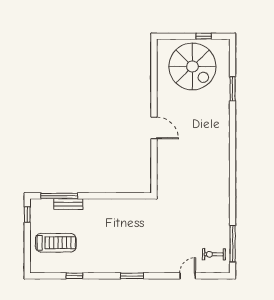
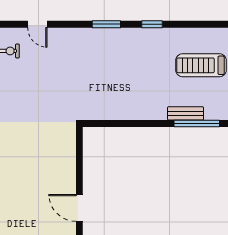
window: (74, 276) -> (152, 24), moved
door: (188, 276) -> (37, 24), hinge flipped

